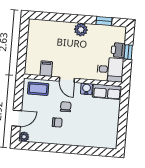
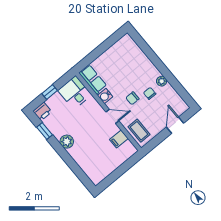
printer: (118, 50) -> (42, 111), moved
door: (67, 80) -> (112, 116), hinge flipped
door: (17, 118) -> (175, 125), hinge flipped
plant: (24, 137) -> (162, 81), moved

